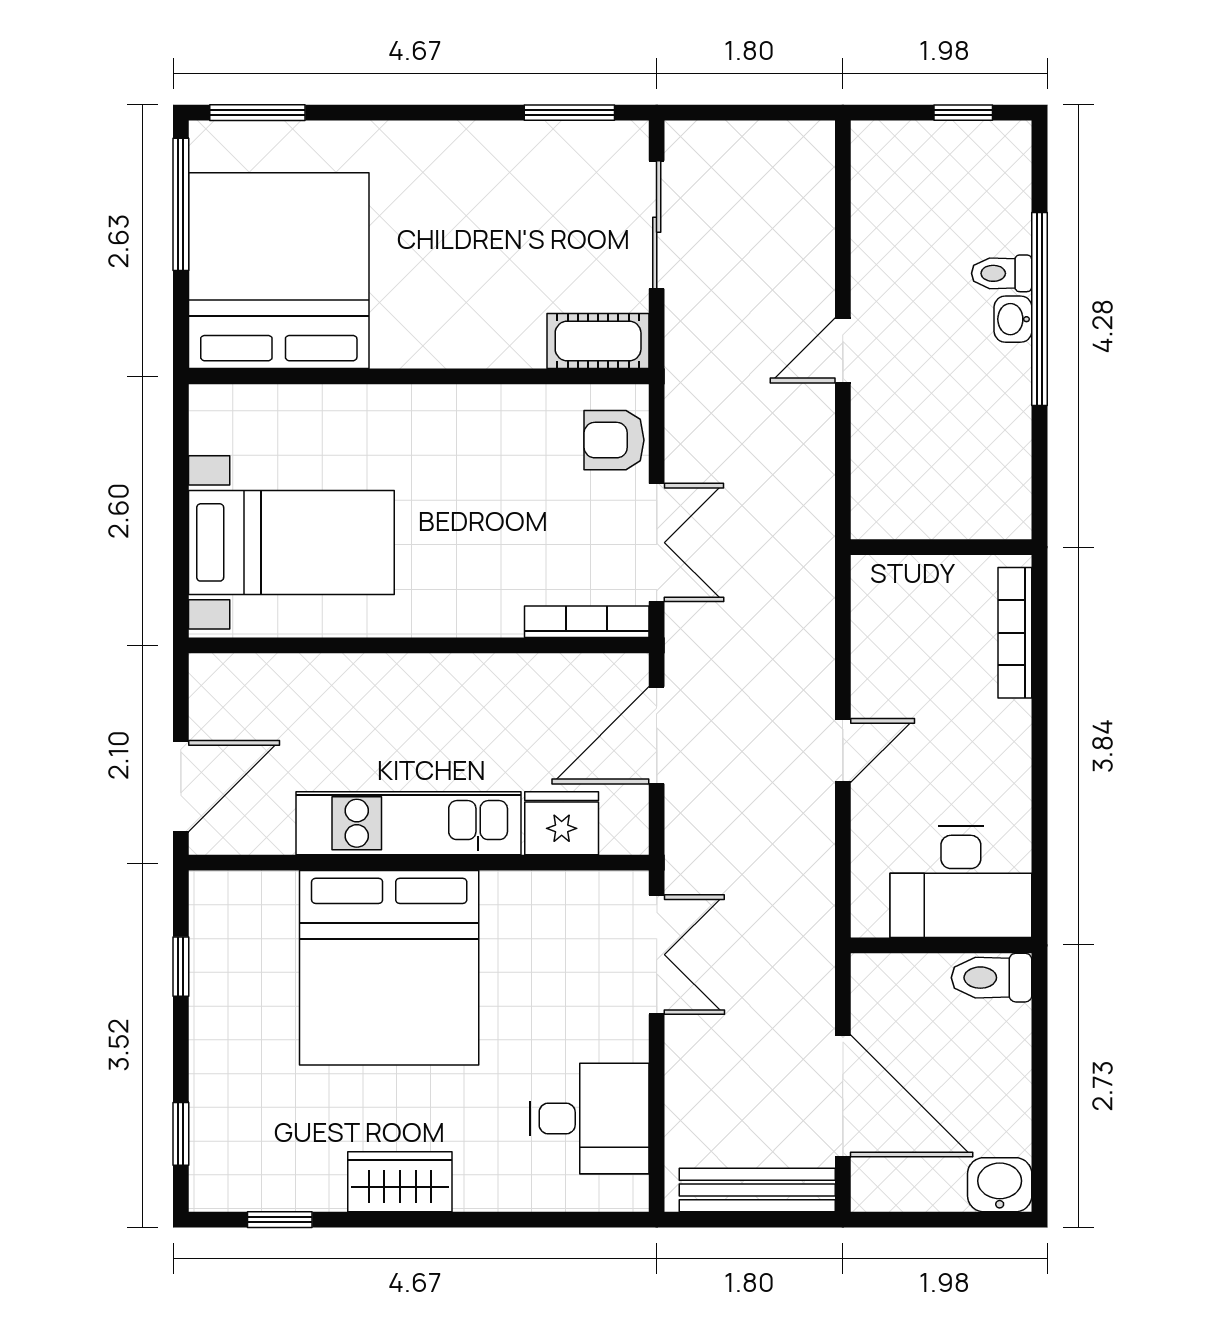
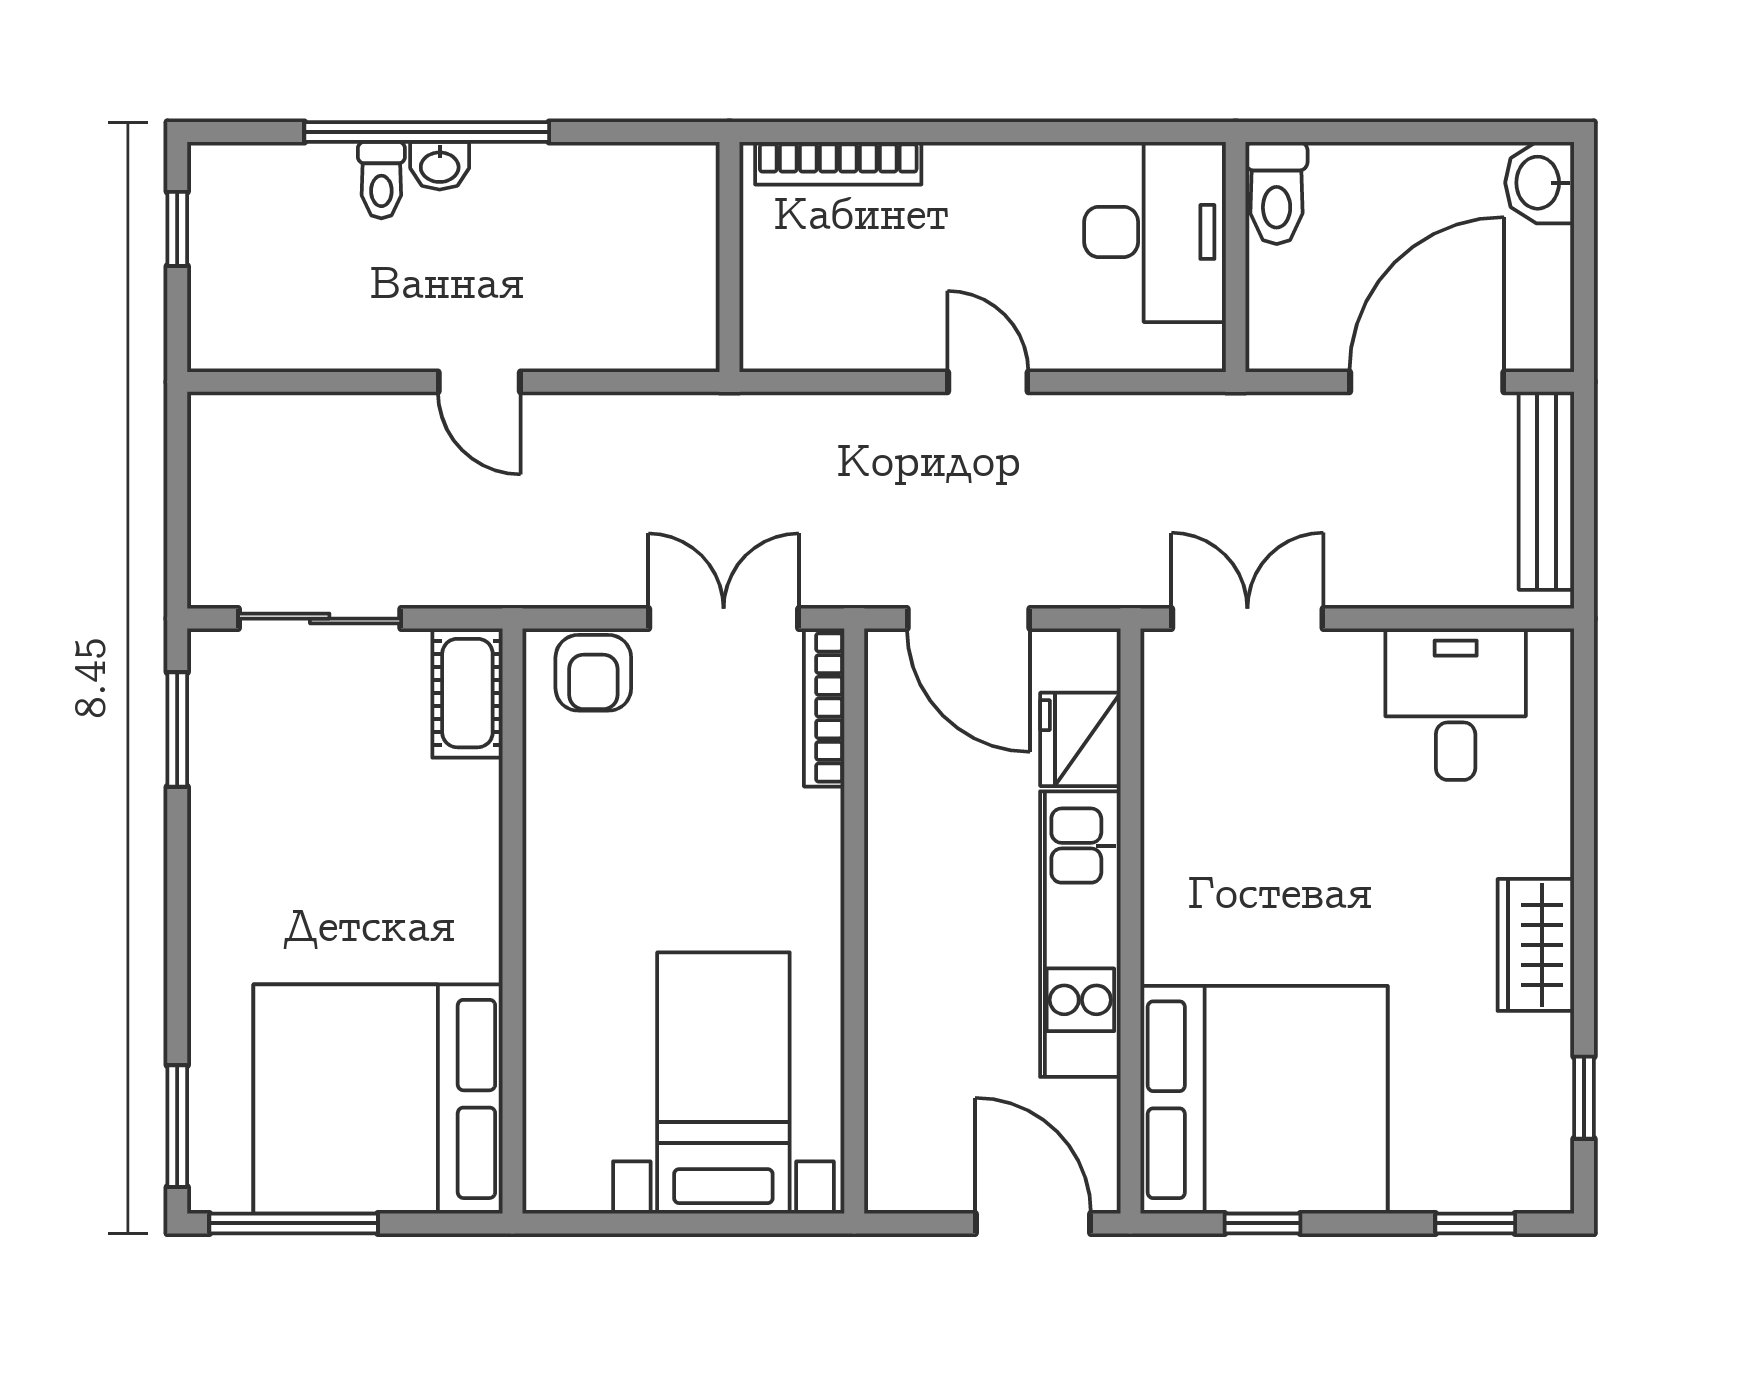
bed: (389, 968) -> (1264, 1100), moved

